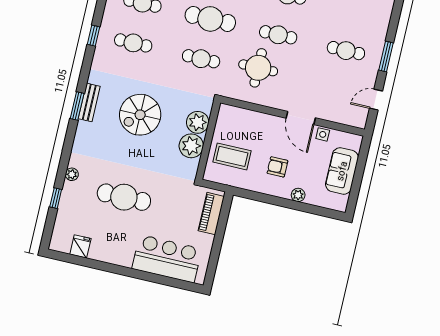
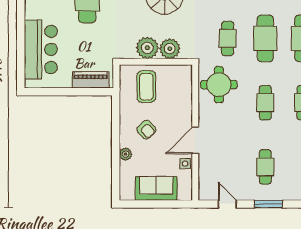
round table: (258, 68) -> (219, 85), moved
armchair: (277, 167) -> (146, 130), turned 136

